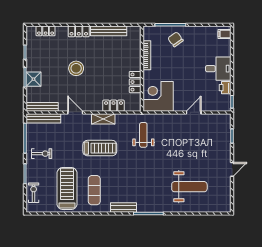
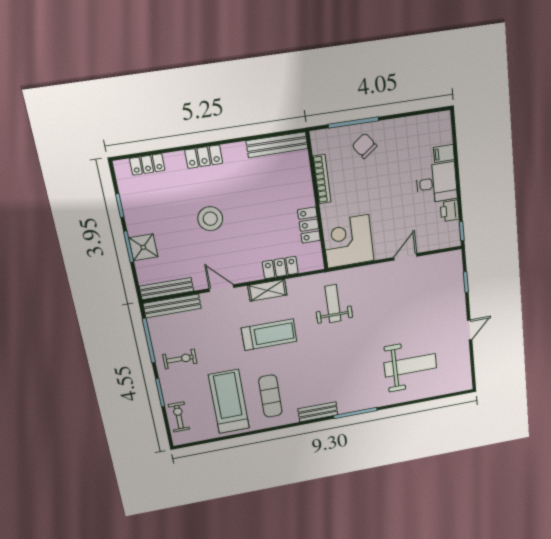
bench: (109, 31) -> (277, 145), moved
filing cabinet: (225, 34) -> (444, 153), moved

